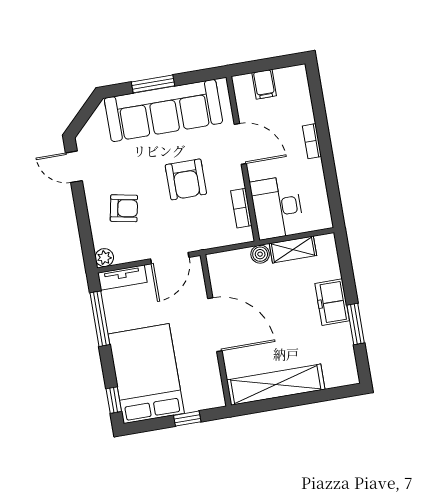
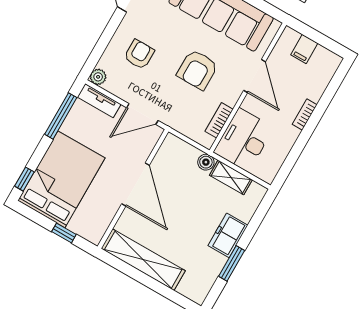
armchair: (124, 208) -> (139, 54), turned -101

